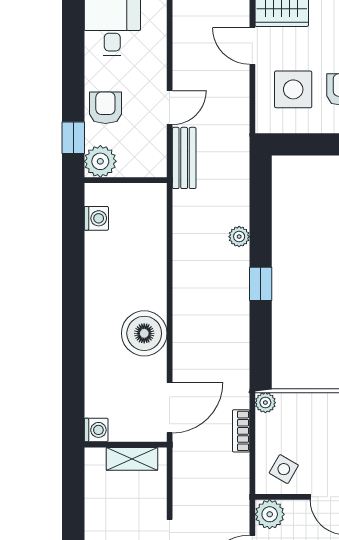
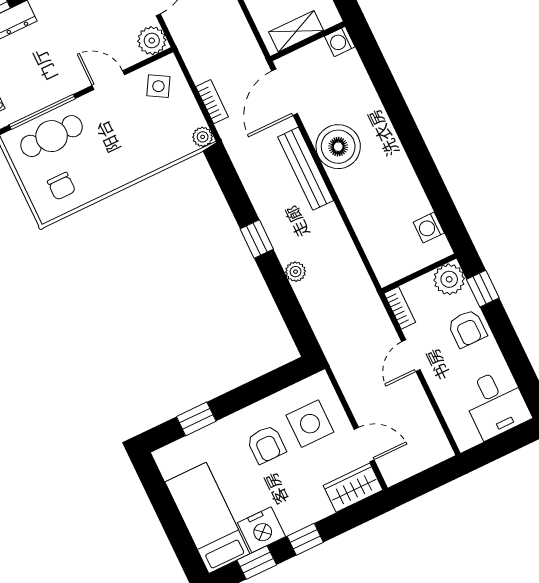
bookcase: (159, 157) -> (400, 308), added
bench: (184, 158) -> (306, 169), moved, width x1.36

